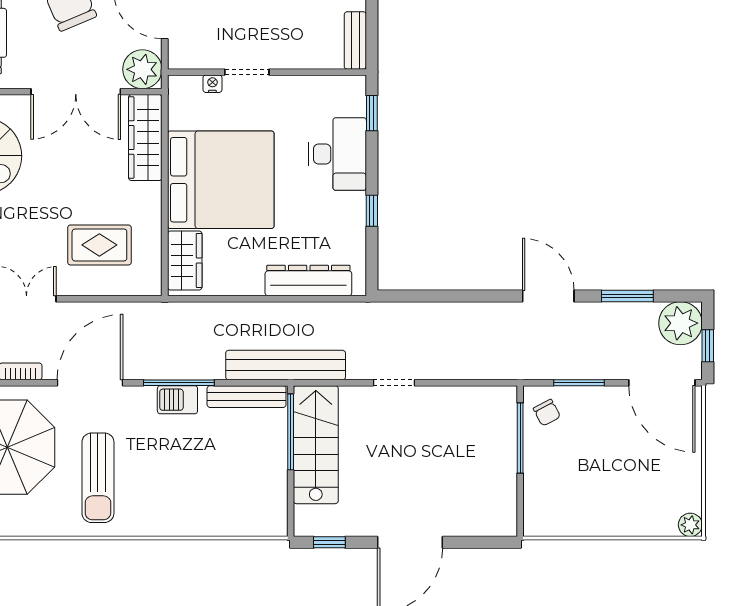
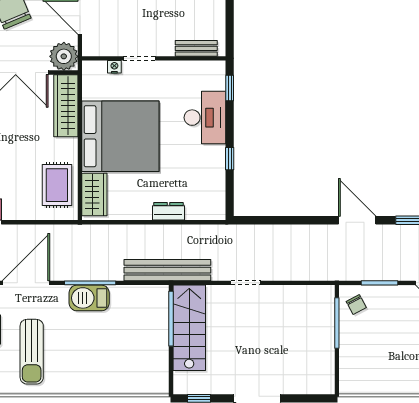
bench: (355, 40) -> (196, 48), moved, turned 90
rug: (99, 245) -> (57, 185), moved, turned 90
dresser: (308, 281) -> (168, 211), width x0.51, depth x0.80
bench: (247, 397) -> (139, 293), removed
barbecue: (177, 400) -> (89, 298), width x1.38, depth x1.27

